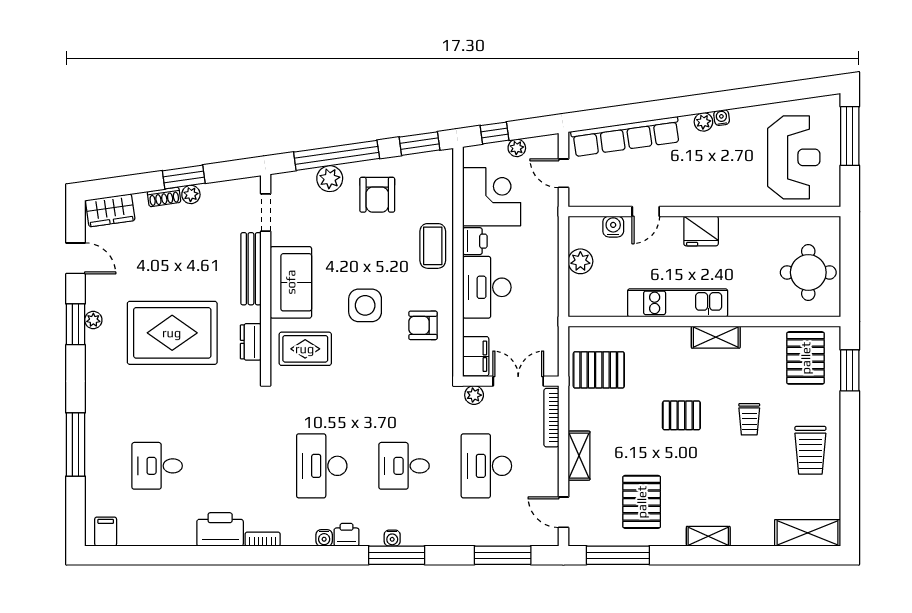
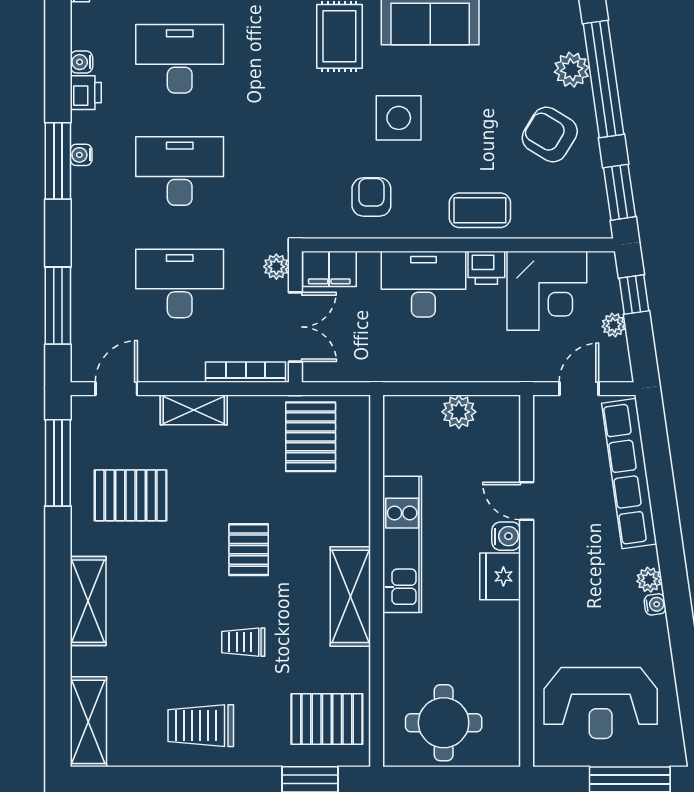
armchair: (377, 195) -> (550, 135), turned 31
water cooler: (613, 227) -> (506, 536), moved
shelving: (716, 337) -> (350, 596), width x1.50, depth x1.33
desk: (404, 466) -> (180, 171), width x1.37
shelving: (708, 536) -> (88, 601), width x1.50, depth x1.33

